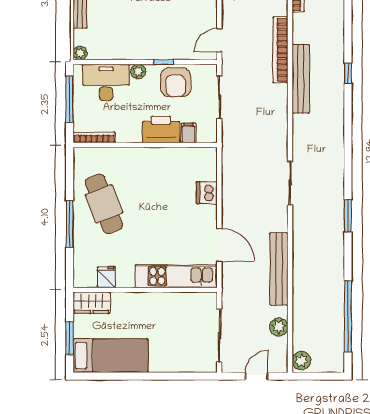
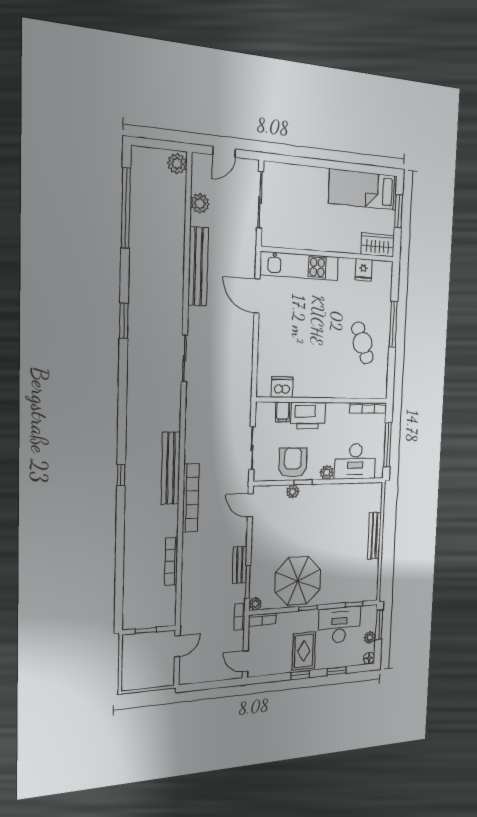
door: (219, 40) -> (250, 505), swing flipped
plant: (80, 53) -> (293, 492), moved
dishwasher: (207, 193) -> (282, 387), moved, turned -90
cafe table: (104, 204) -> (362, 343), width x0.73, depth x0.74

